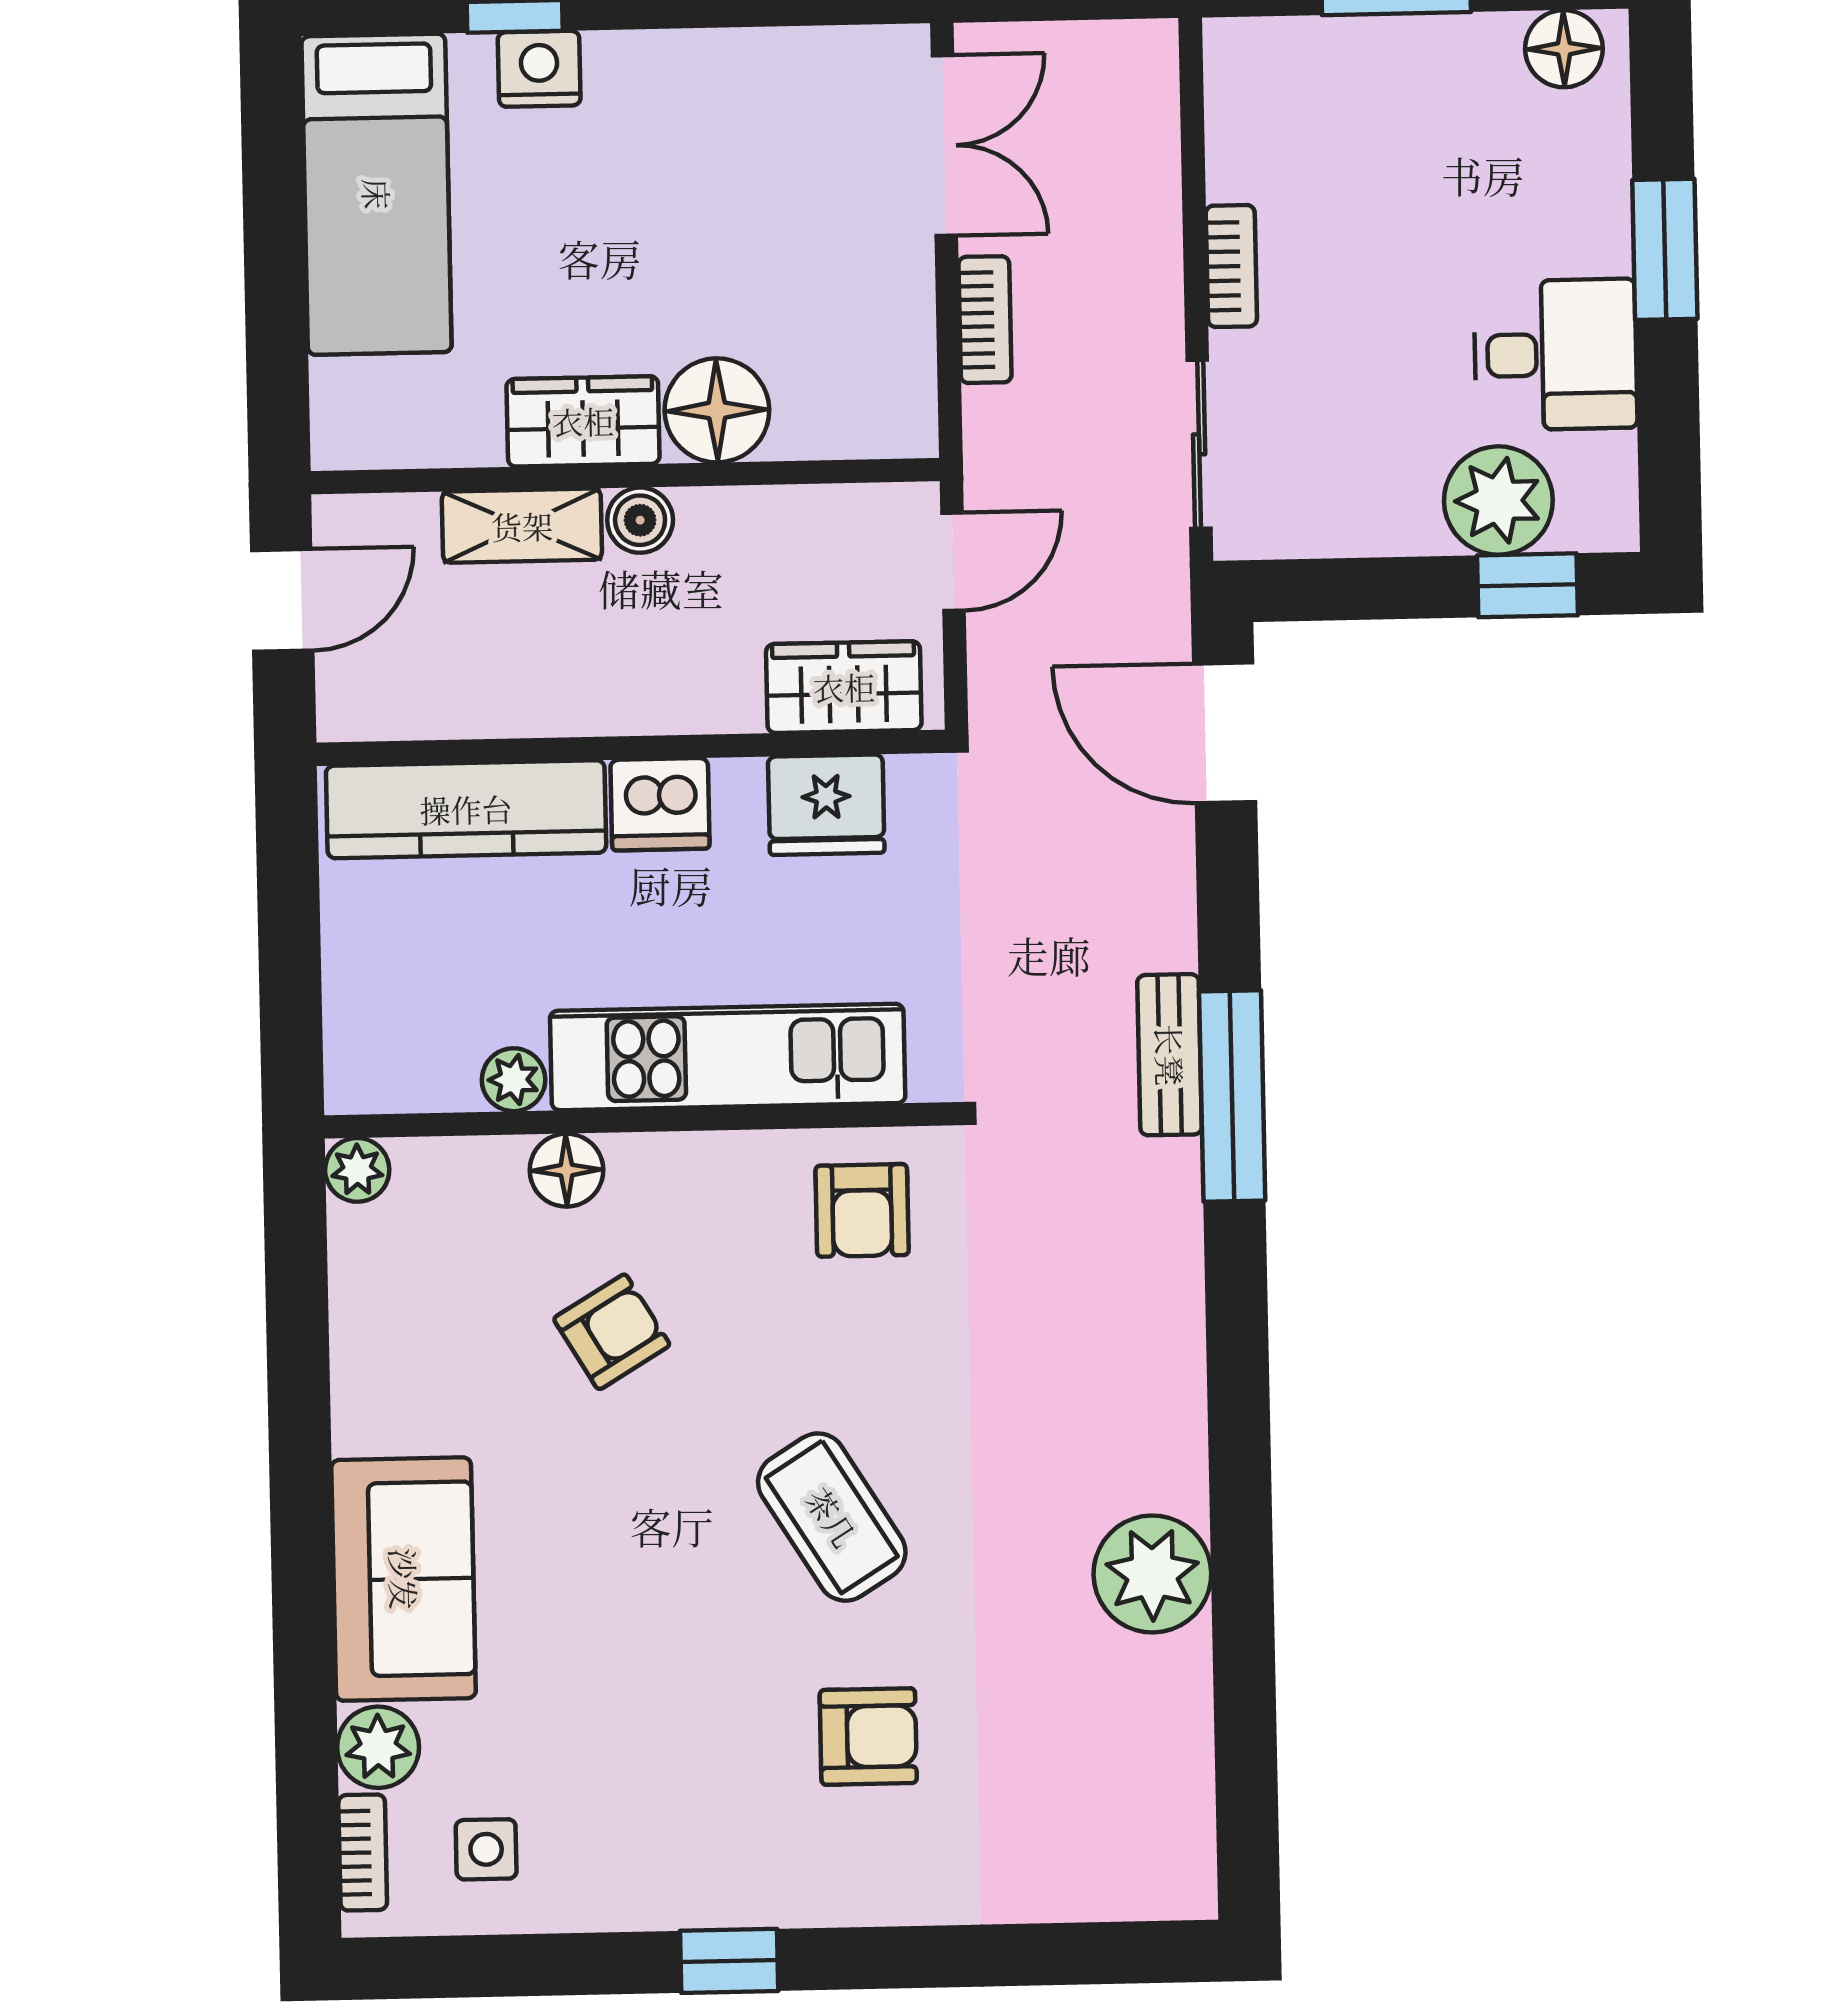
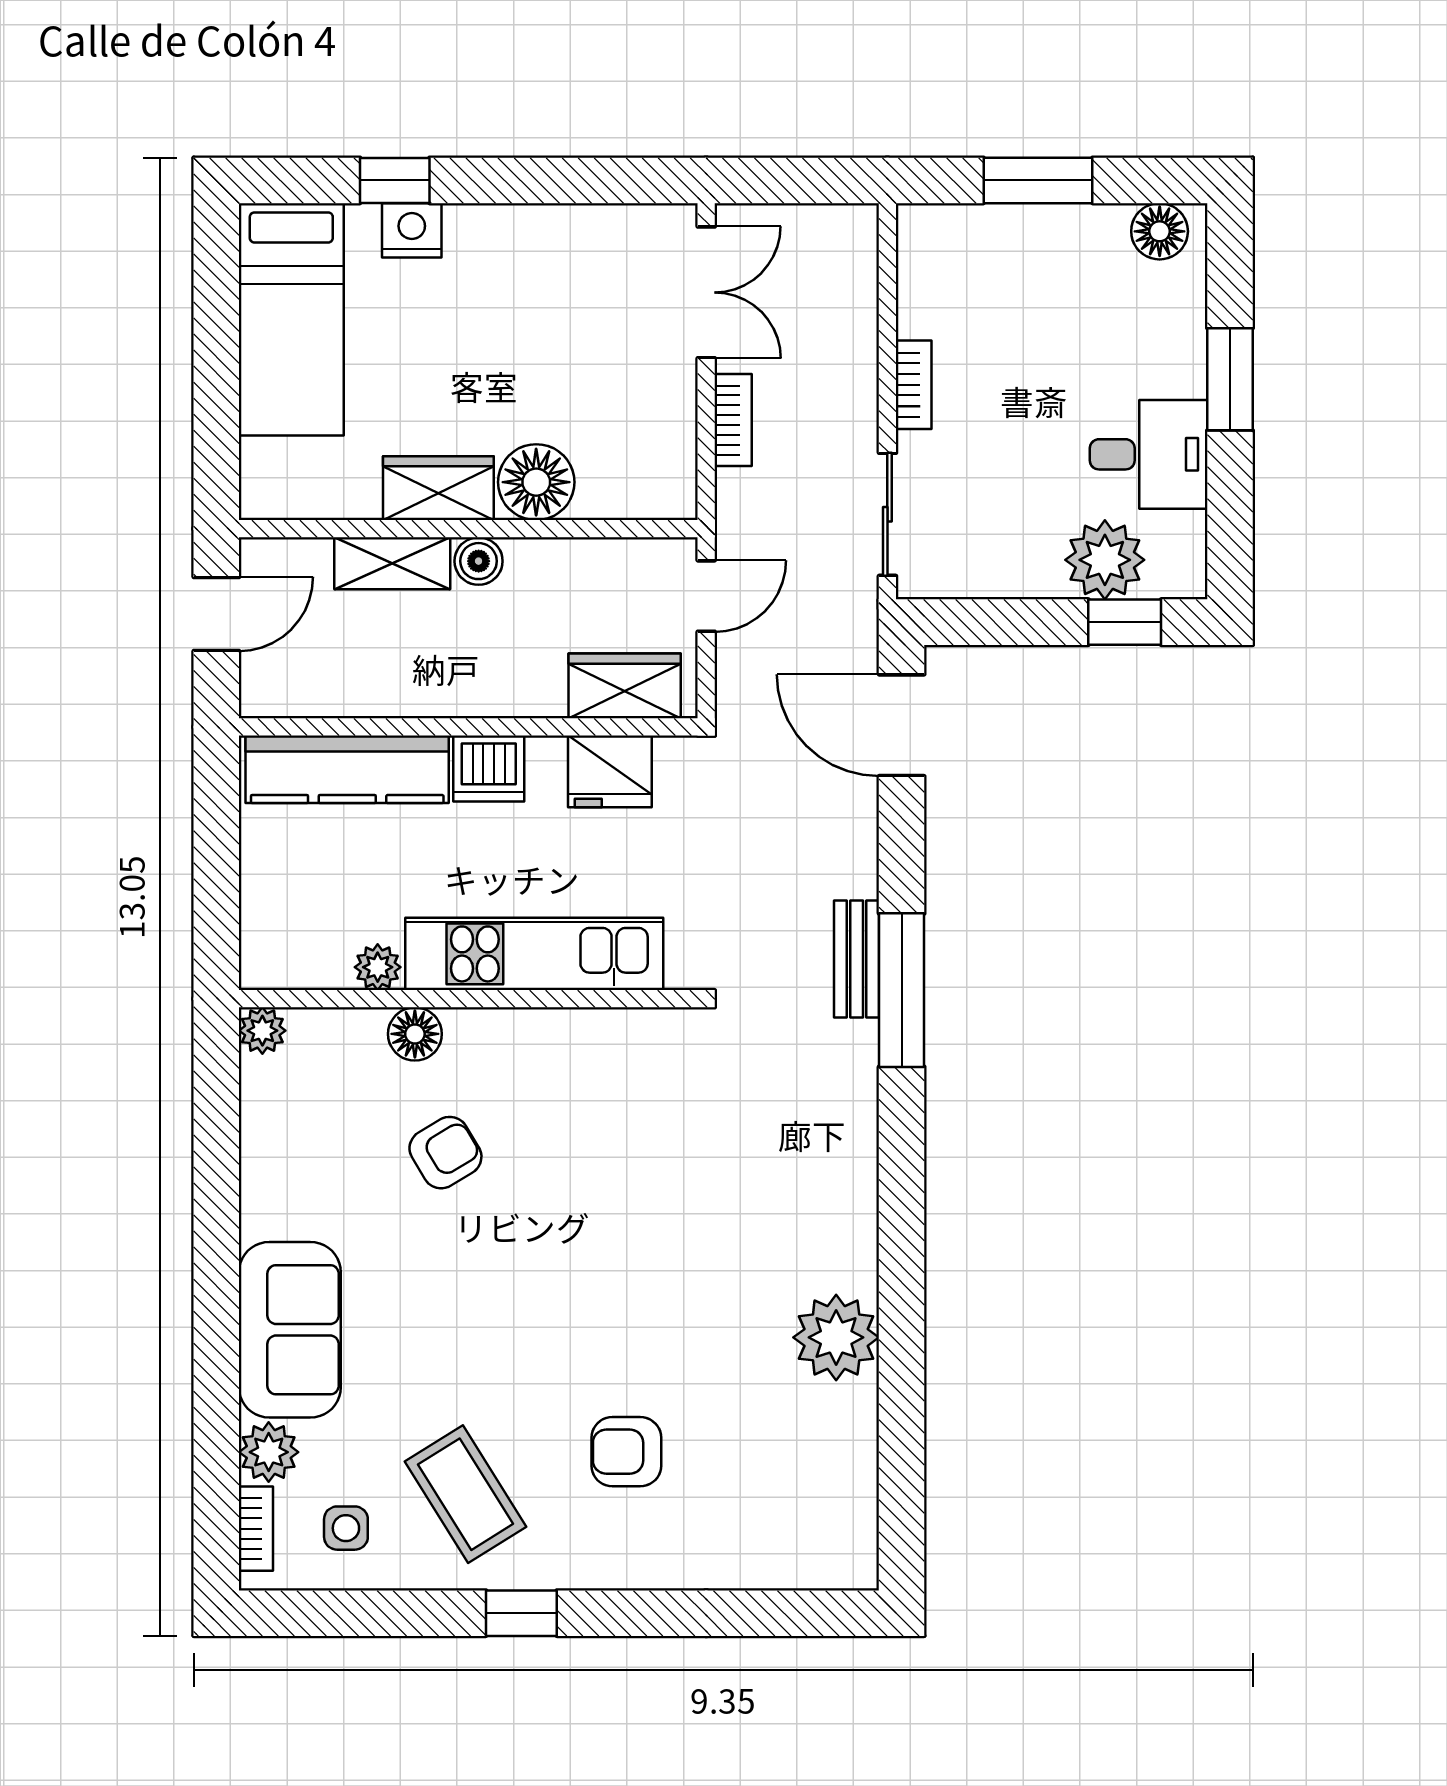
armchair: (862, 1210) -> (630, 1068), removed
coffee table: (832, 1517) -> (466, 1494), moved
armchair: (868, 1736) -> (626, 1452), turned 180

